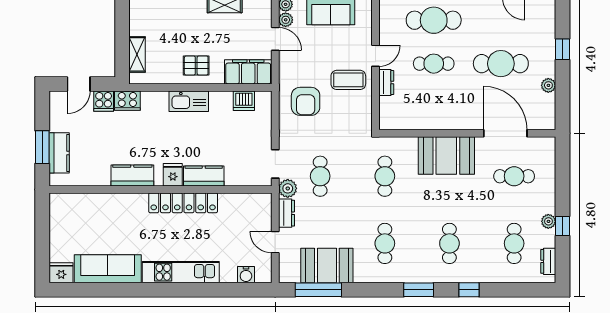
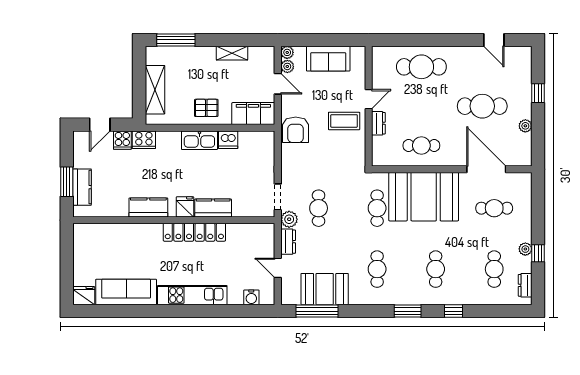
shelving: (137, 54) -> (155, 90), width x1.50, depth x1.33
cafe table: (434, 64) -> (421, 145), moved
dishwasher: (244, 101) -> (228, 140), moved
armchair: (306, 101) -> (296, 130), moved
booth: (446, 156) -> (424, 197), width x1.36, depth x1.42

